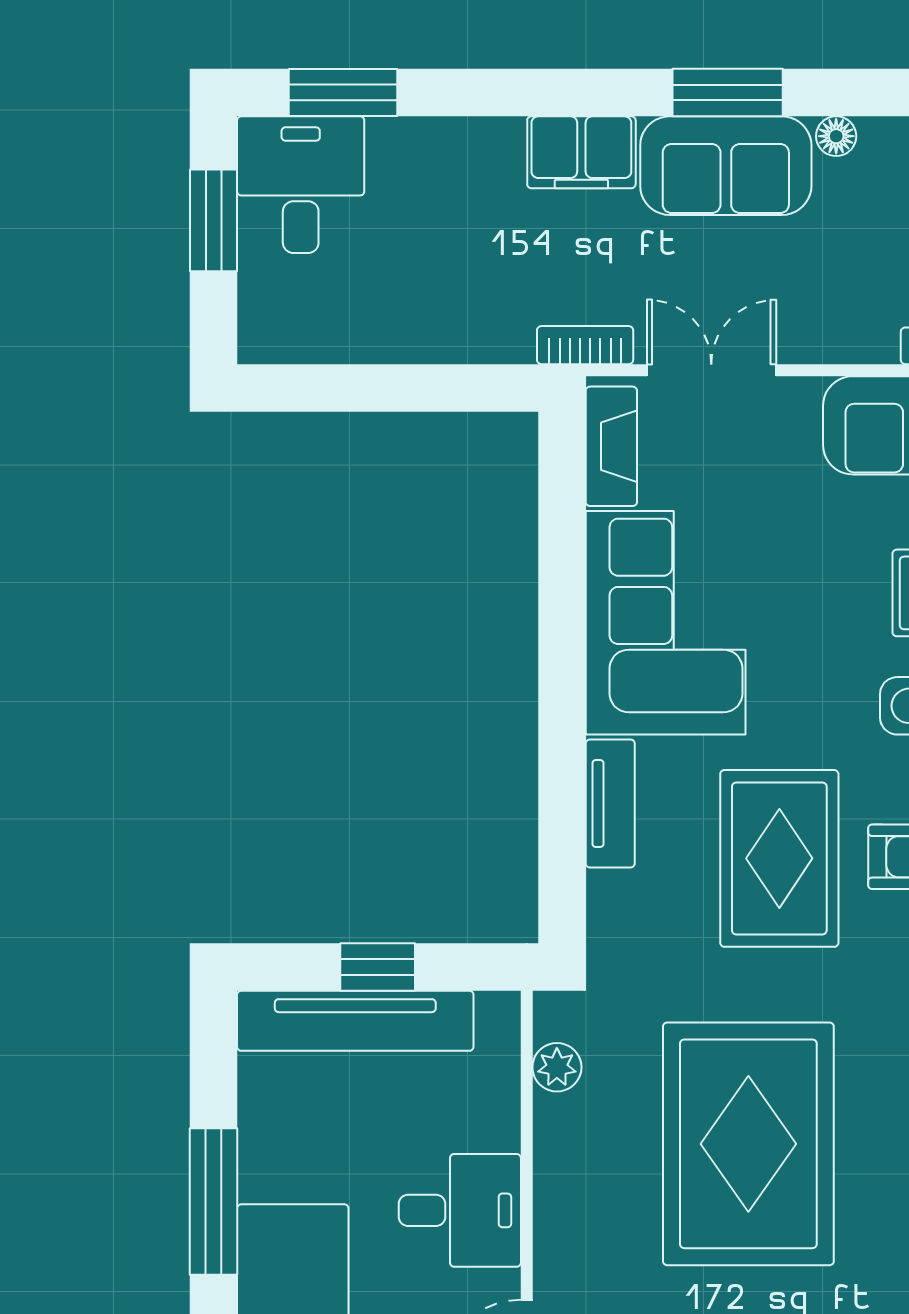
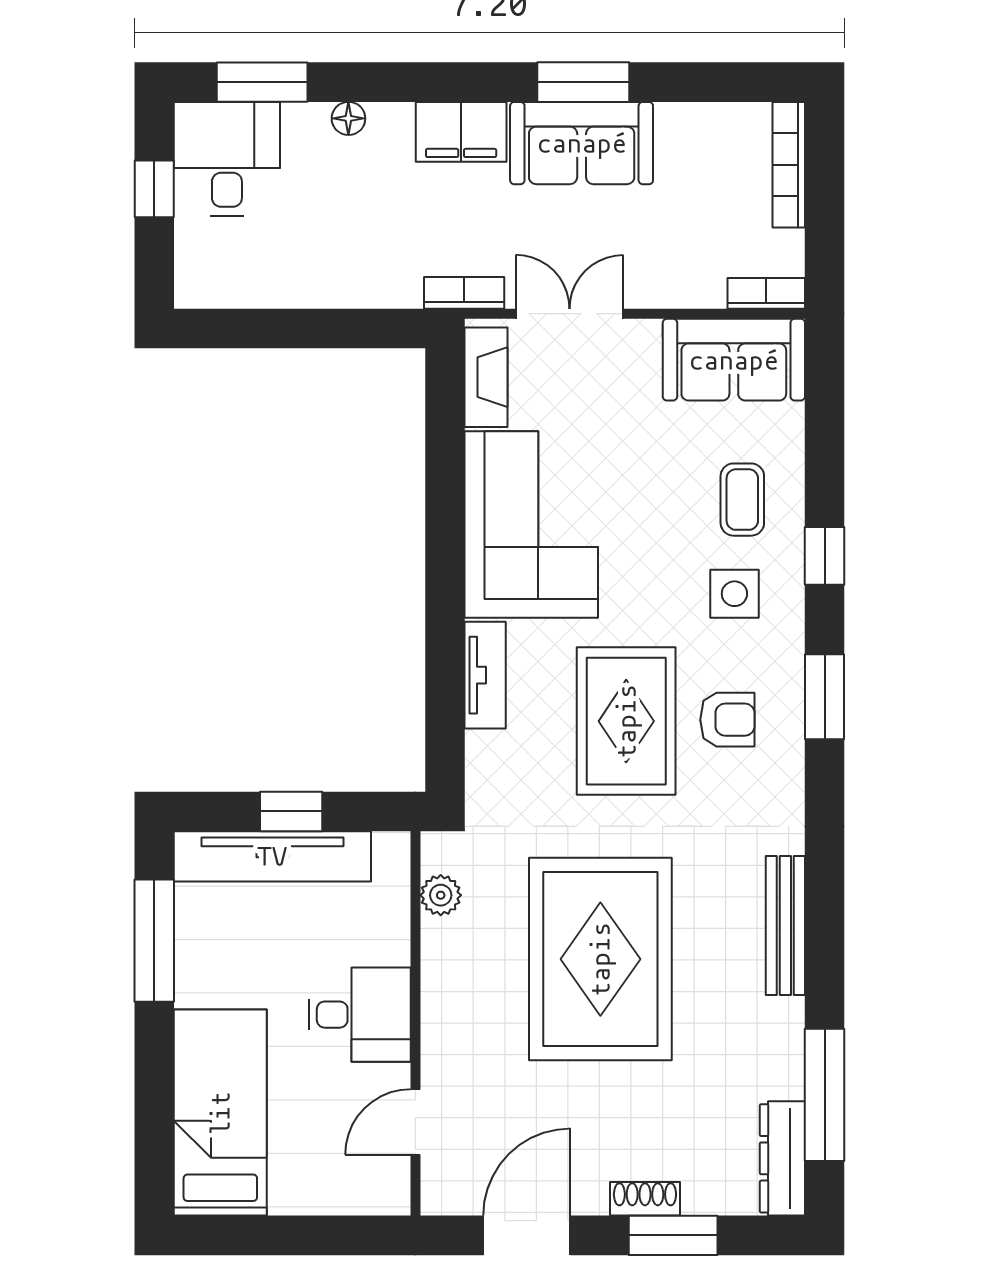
floor lamp: (836, 136) -> (348, 118), moved
window: (214, 220) -> (154, 189), width x0.67
window: (214, 1202) -> (154, 941), moved

